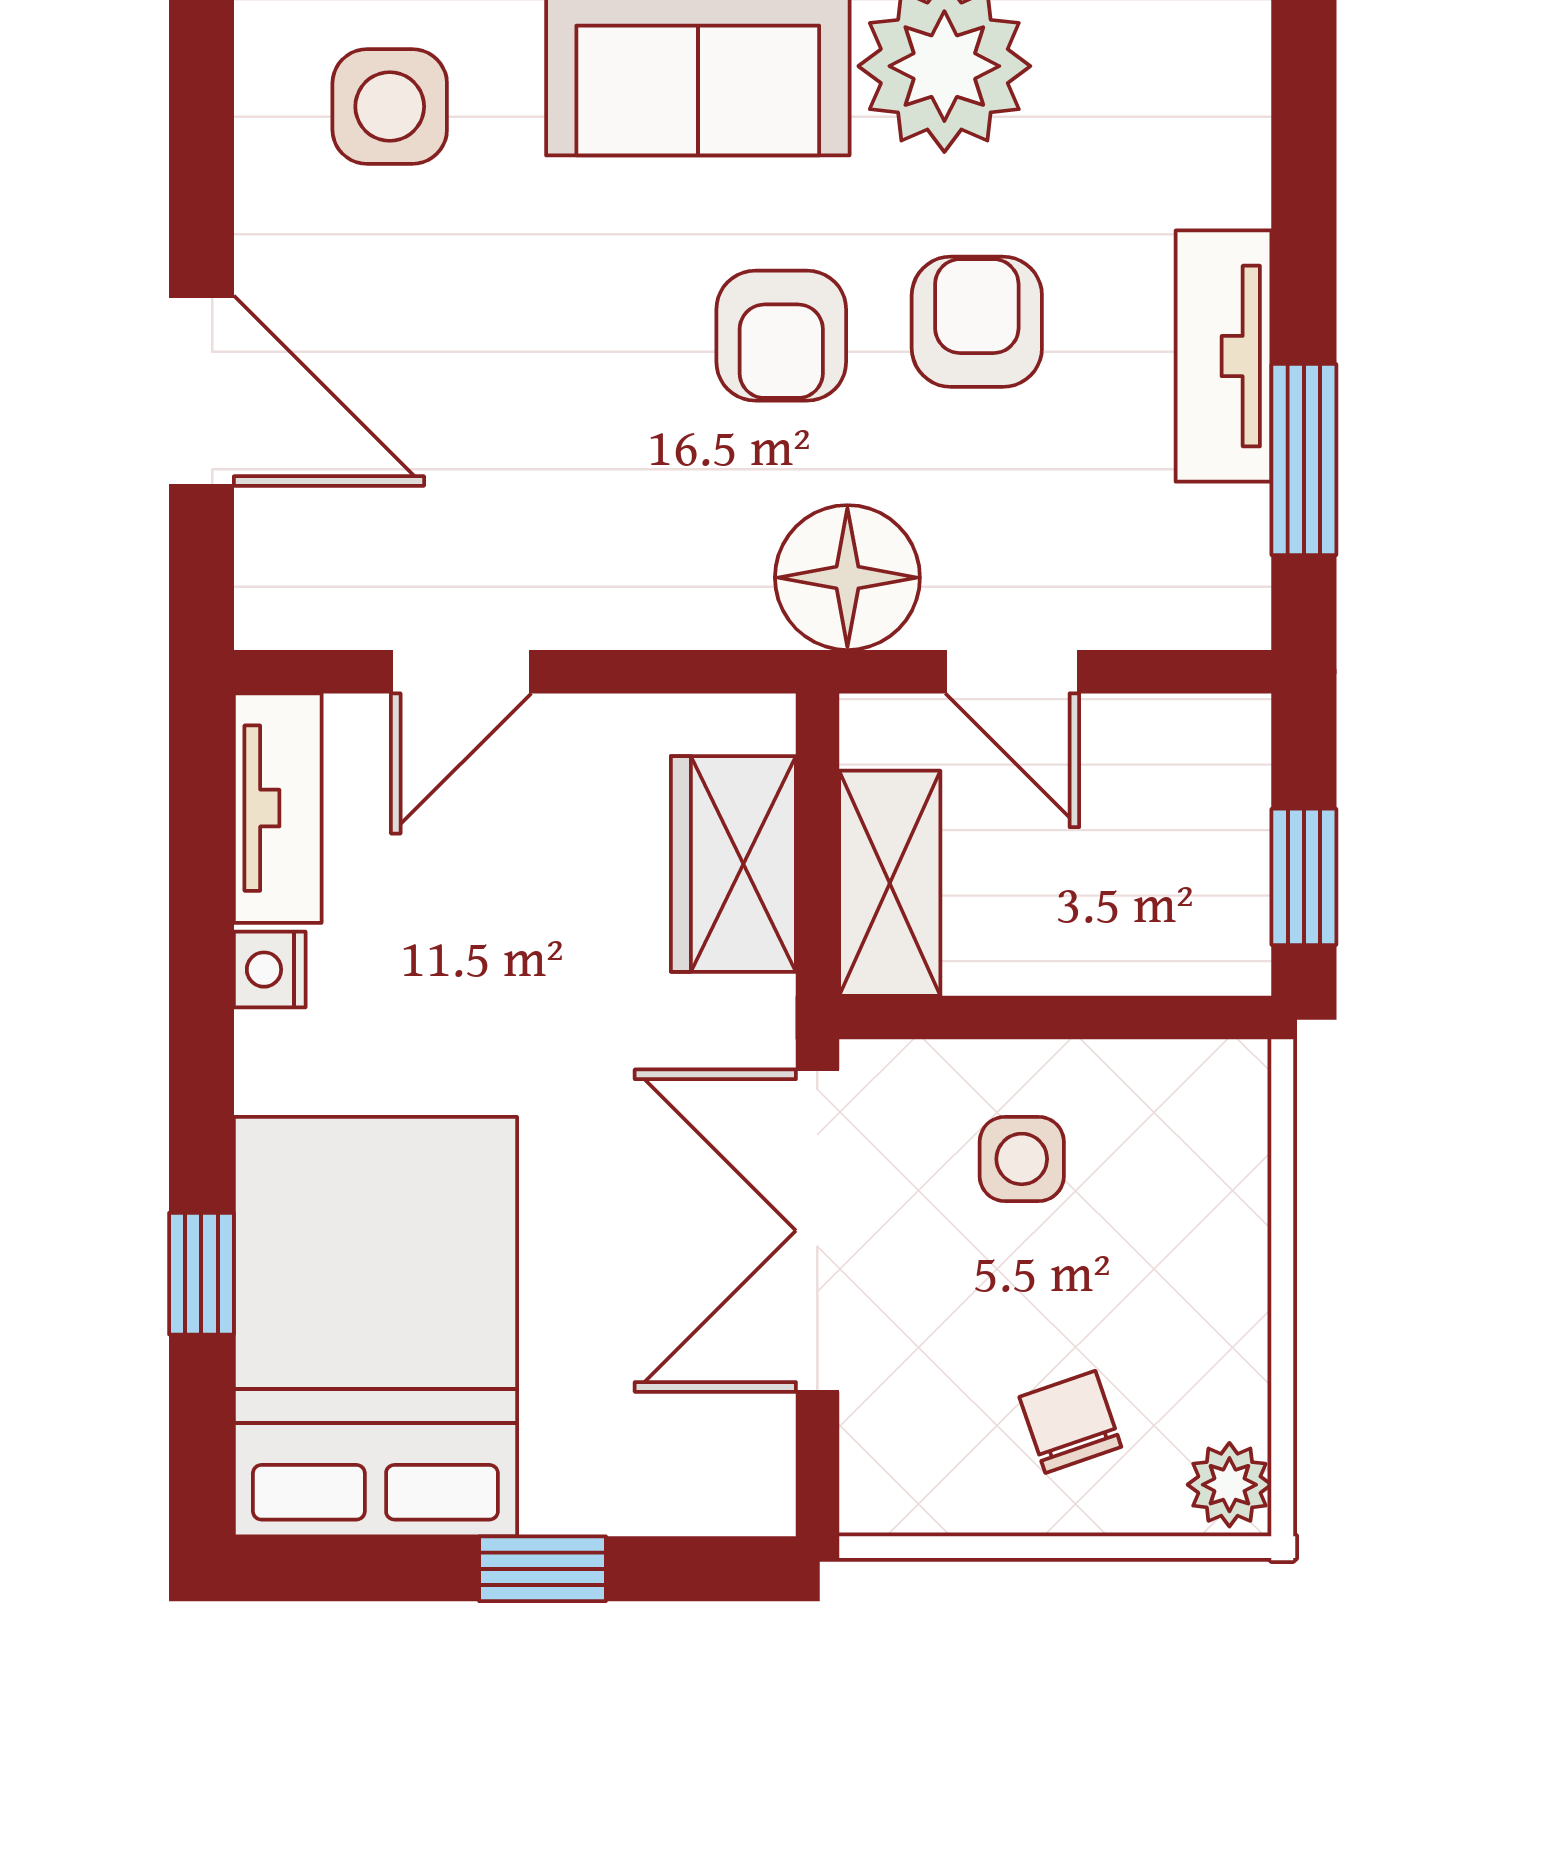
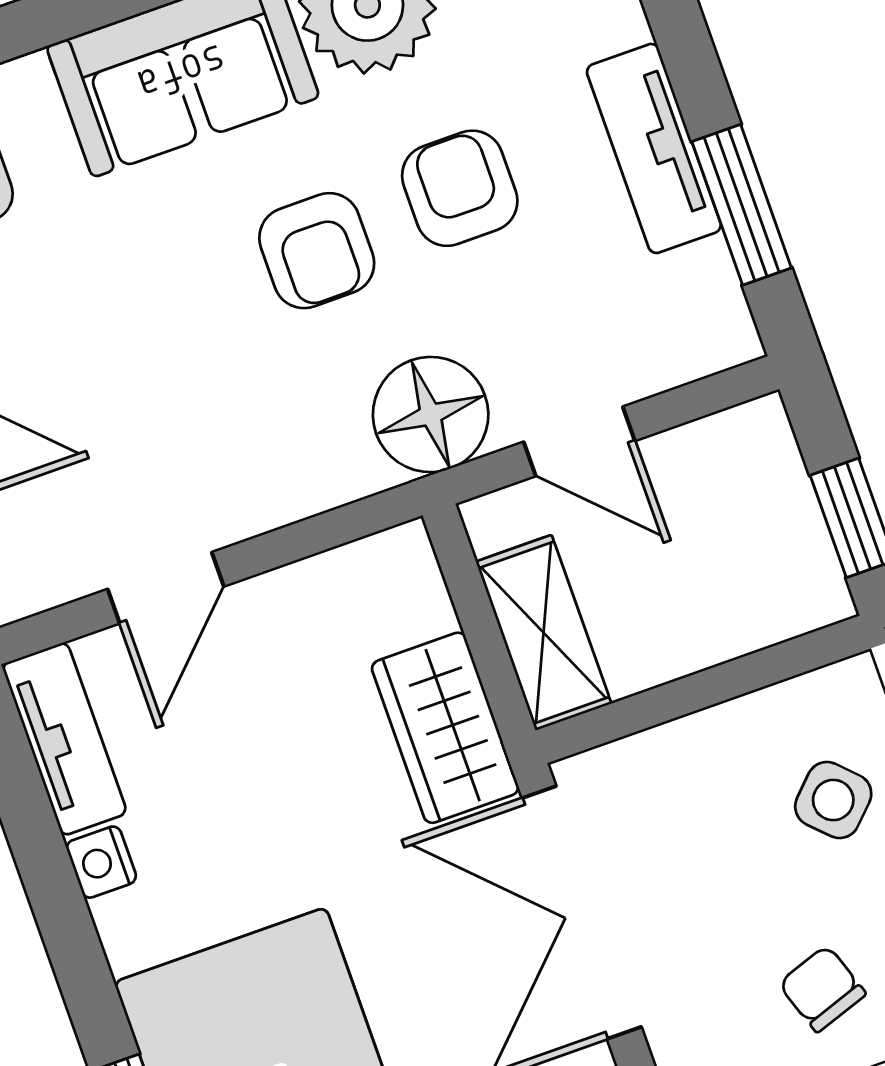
wardrobe: (733, 864) -> (445, 728), moved
side table: (1022, 1159) -> (833, 800), moved, turned 45

